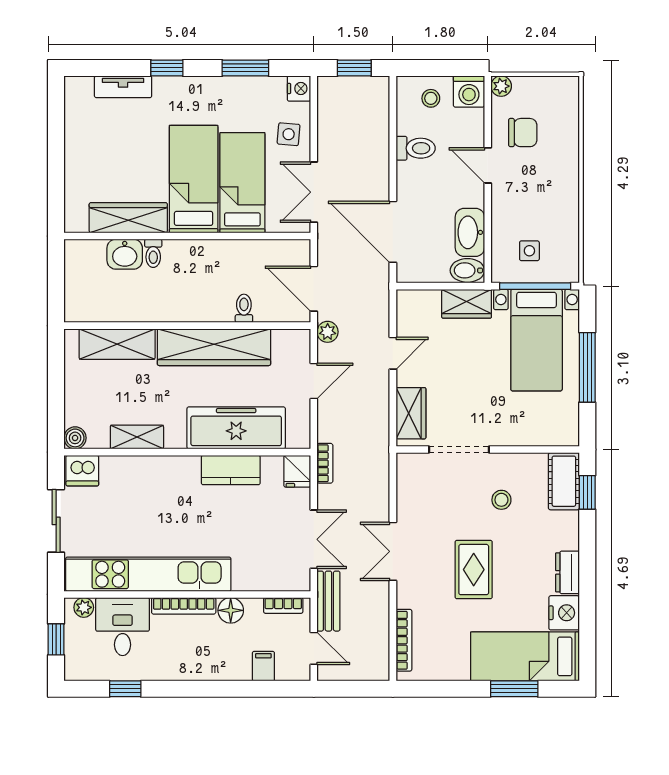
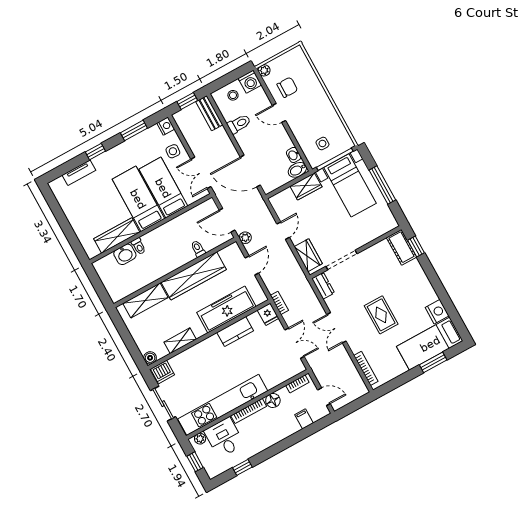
washbasin: (470, 232) -> (294, 155), width x0.52, depth x0.69
stool: (501, 500) -> (376, 273), removed
dresser: (567, 572) -> (323, 286), moved, turned 180
bench: (328, 601) -> (209, 113), moved

